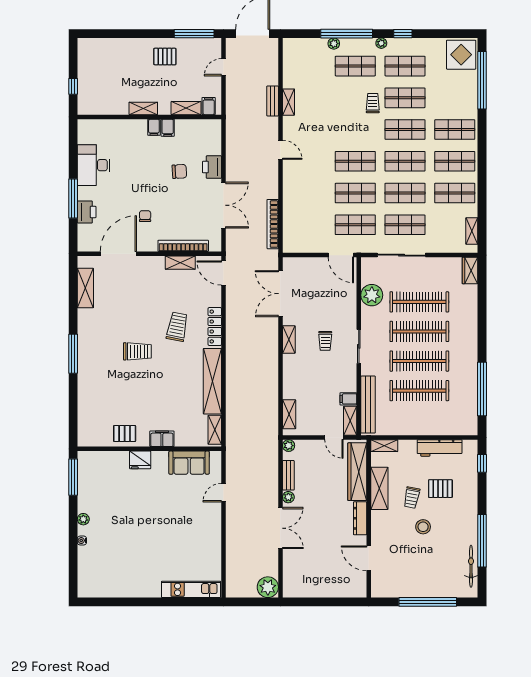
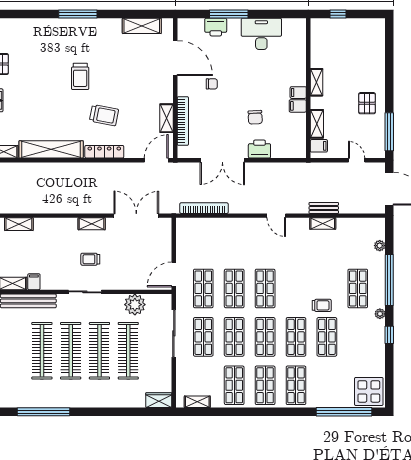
plant: (334, 44) -> (380, 246), moved
shop shelf: (405, 66) -> (358, 337), removed
door: (280, 150) -> (276, 216), hinge flipped

